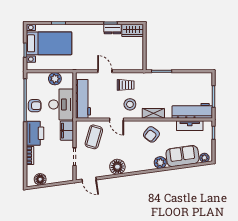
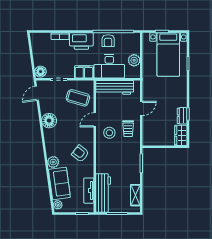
shelving: (153, 113) -> (135, 195), moved
floor lamp: (40, 179) -> (41, 72), moved

